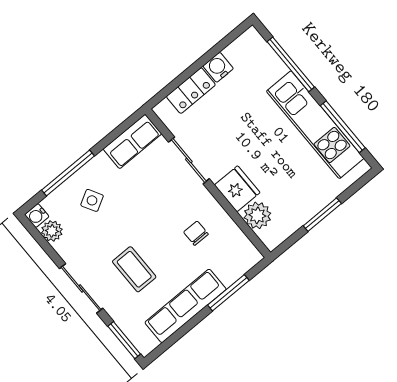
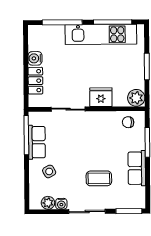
row of seats: (132, 141) -> (37, 142), moved
window: (68, 173) -> (26, 135), moved
plant: (257, 215) -> (136, 98), moved
water cooler: (37, 216) -> (61, 204), moved
chair: (196, 233) -> (128, 122), moved
row of seats: (186, 306) -> (137, 168), width x0.68

